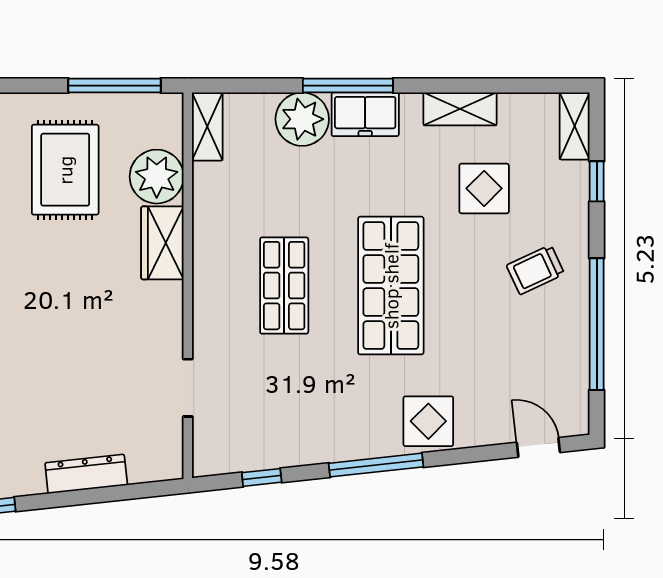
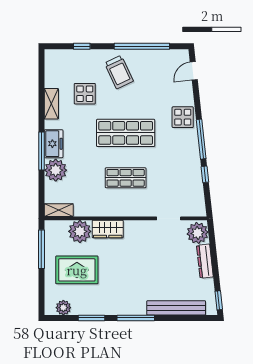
shelving: (575, 126) -> (59, 56), removed
trolley: (535, 270) -> (119, 72), width x1.36, depth x1.39
plant: (153, 457) -> (198, 233), added
window: (262, 477) -> (205, 174), moved

